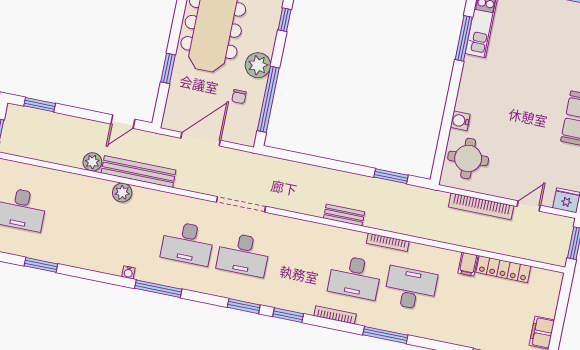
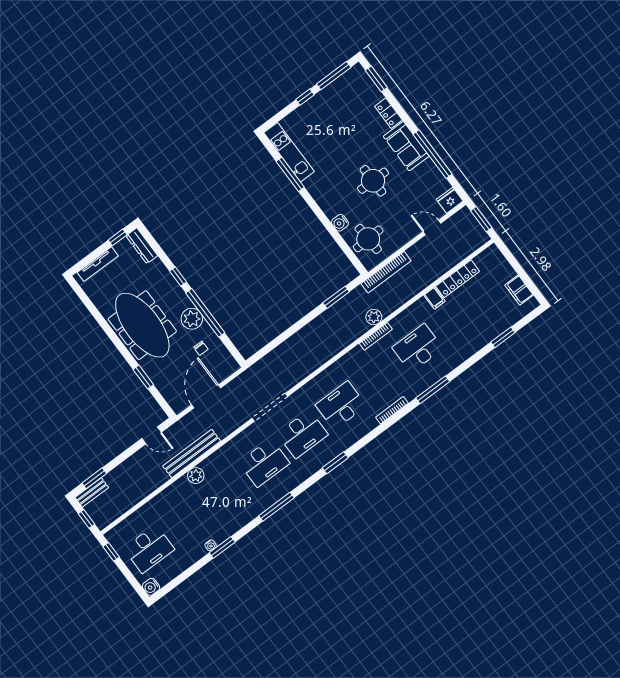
window: (268, 99) -> (205, 313), moved
round table: (523, 117) -> (373, 181), added
door: (123, 122) -> (152, 435), hinge flipped
plant: (92, 162) -> (374, 317), moved
bookcase: (481, 206) -> (386, 272), moved
door: (529, 206) -> (432, 227), hinge flipped
bench: (344, 215) -> (92, 492), moved
window: (41, 265) -> (222, 547), moved
water cooler: (128, 272) -> (211, 545), moved
desk: (355, 277) -> (341, 405), moved, turned 180
window: (288, 315) -> (366, 440), removed

